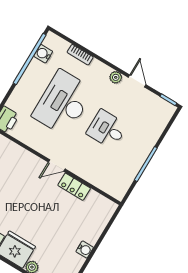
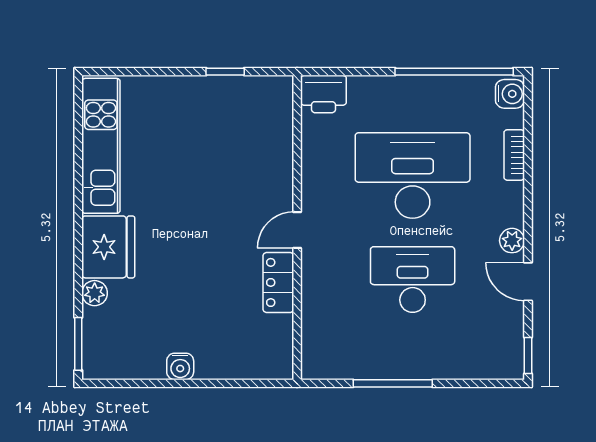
water cooler: (43, 54) -> (510, 94), moved, turned 90
door: (137, 81) -> (528, 282), swing flipped
desk: (107, 129) -> (413, 280), width x1.37
door: (57, 165) -> (297, 230), hinge flipped

